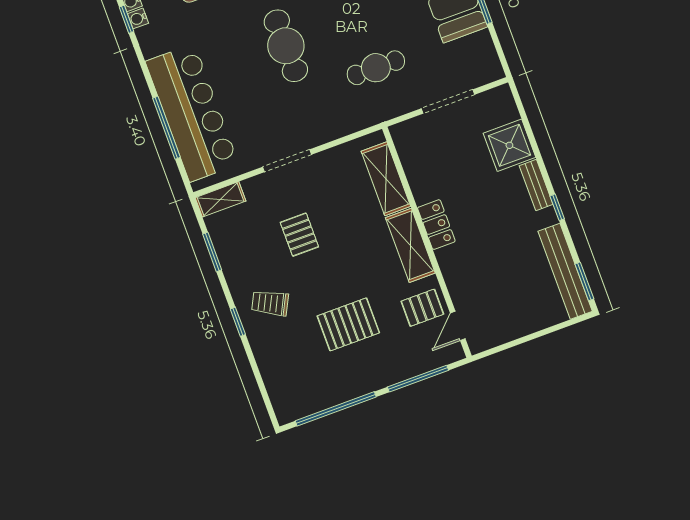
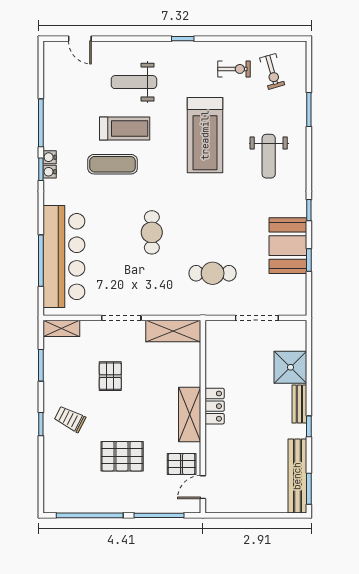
cafe table: (286, 46) -> (152, 232), width x0.73, depth x0.74
shelving: (386, 179) -> (173, 331), moved, turned 90

